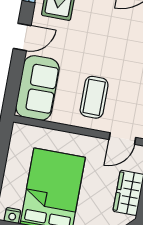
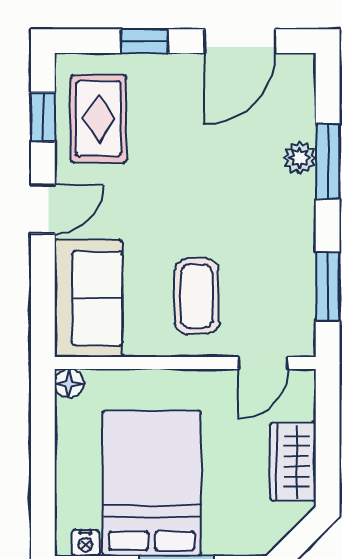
floor lamp: (19, 131) -> (69, 383), added

